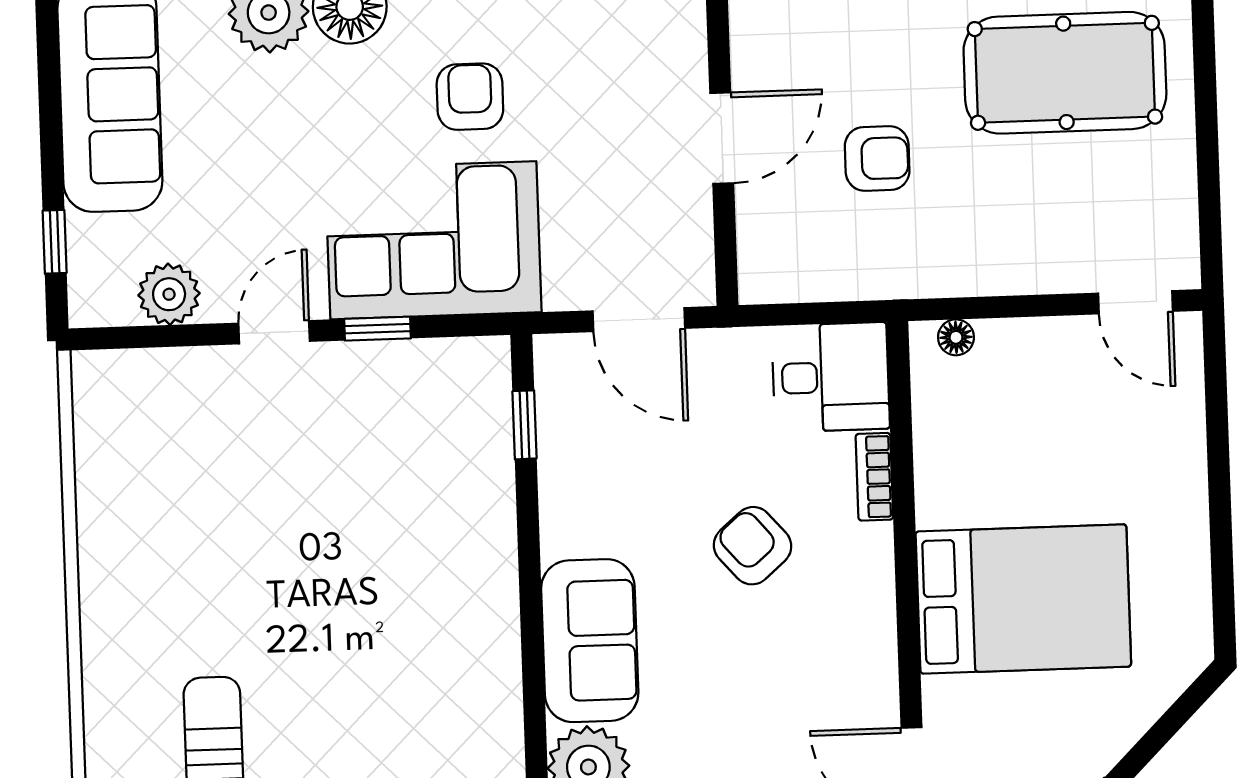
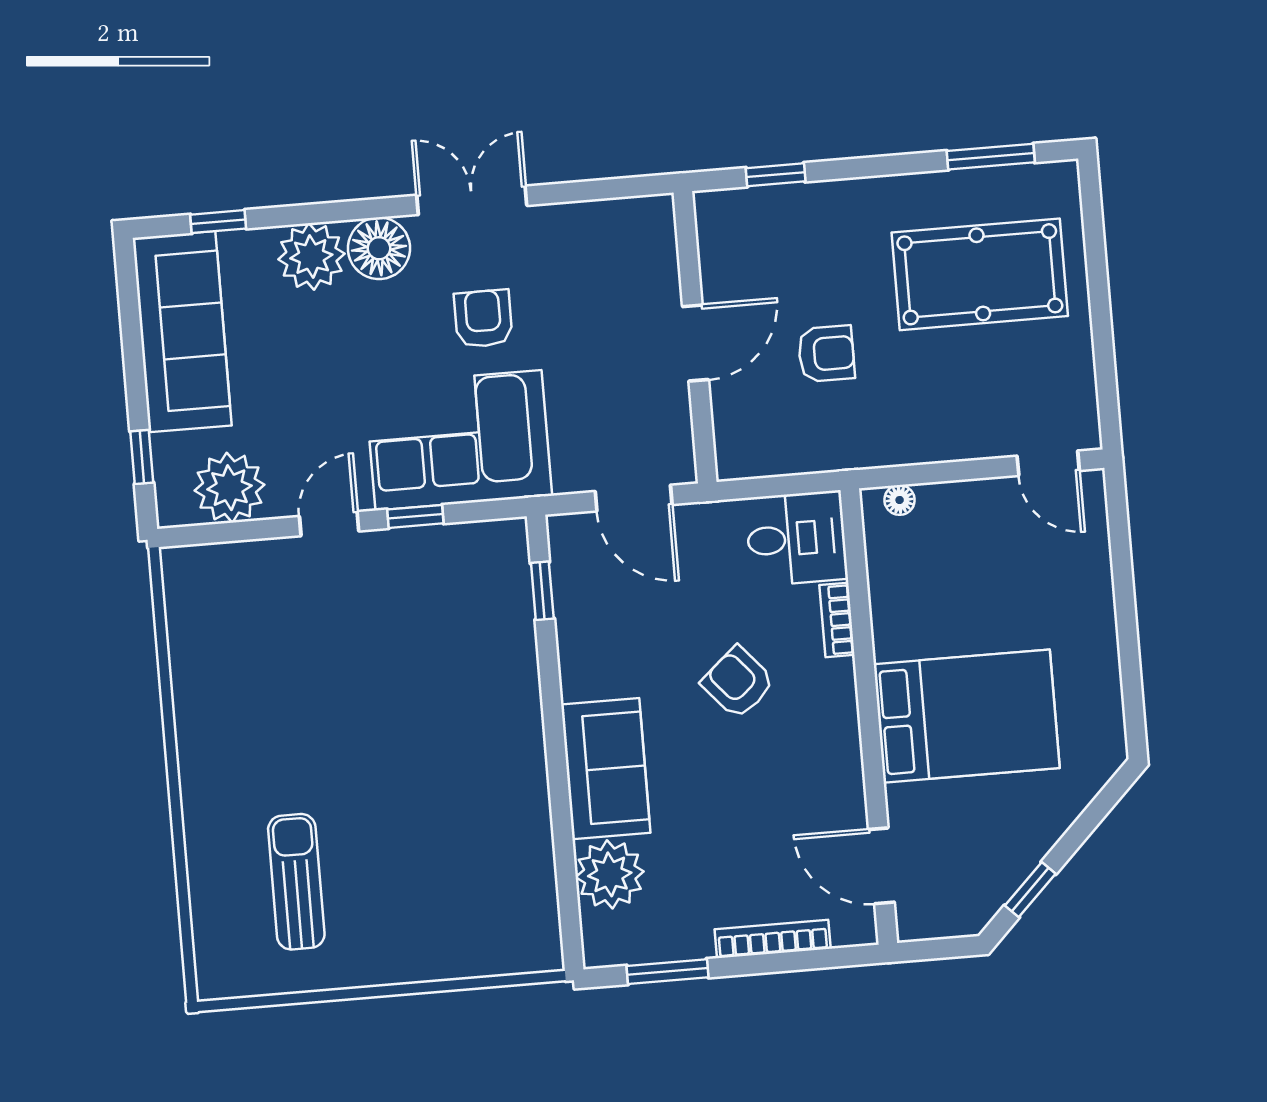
plant: (169, 294) -> (230, 488), width x1.36, depth x1.36

